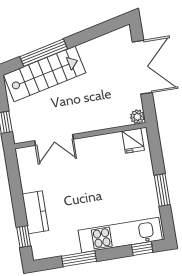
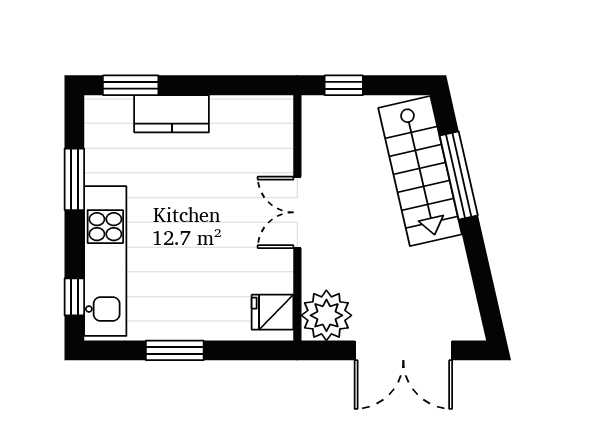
plant: (137, 117) -> (326, 315), width x1.87, depth x1.87
double door: (54, 140) -> (297, 212), moved
window: (24, 237) -> (131, 85), width x1.50

